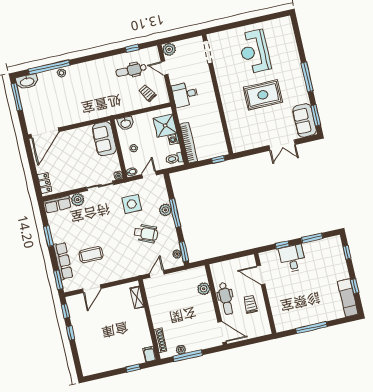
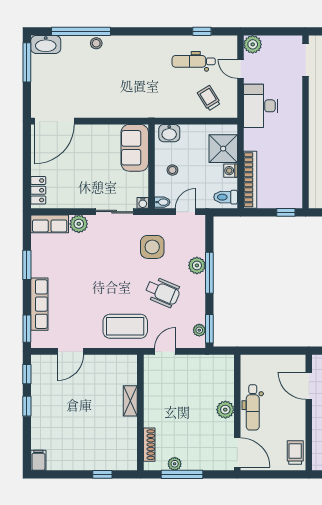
desk: (185, 94) -> (261, 106), width x1.37
coffee table: (91, 255) -> (125, 326), moved, width x1.36, depth x1.32
plant: (204, 289) -> (225, 410), moved
shelving: (137, 297) -> (130, 401), moved
trolley: (250, 304) -> (295, 453), moved
filing cabinet: (149, 354) -> (38, 460), moved

